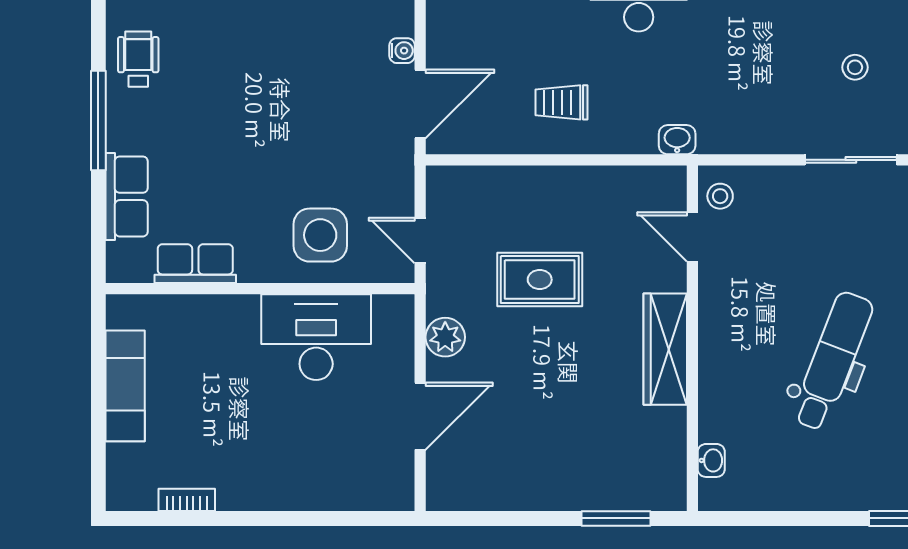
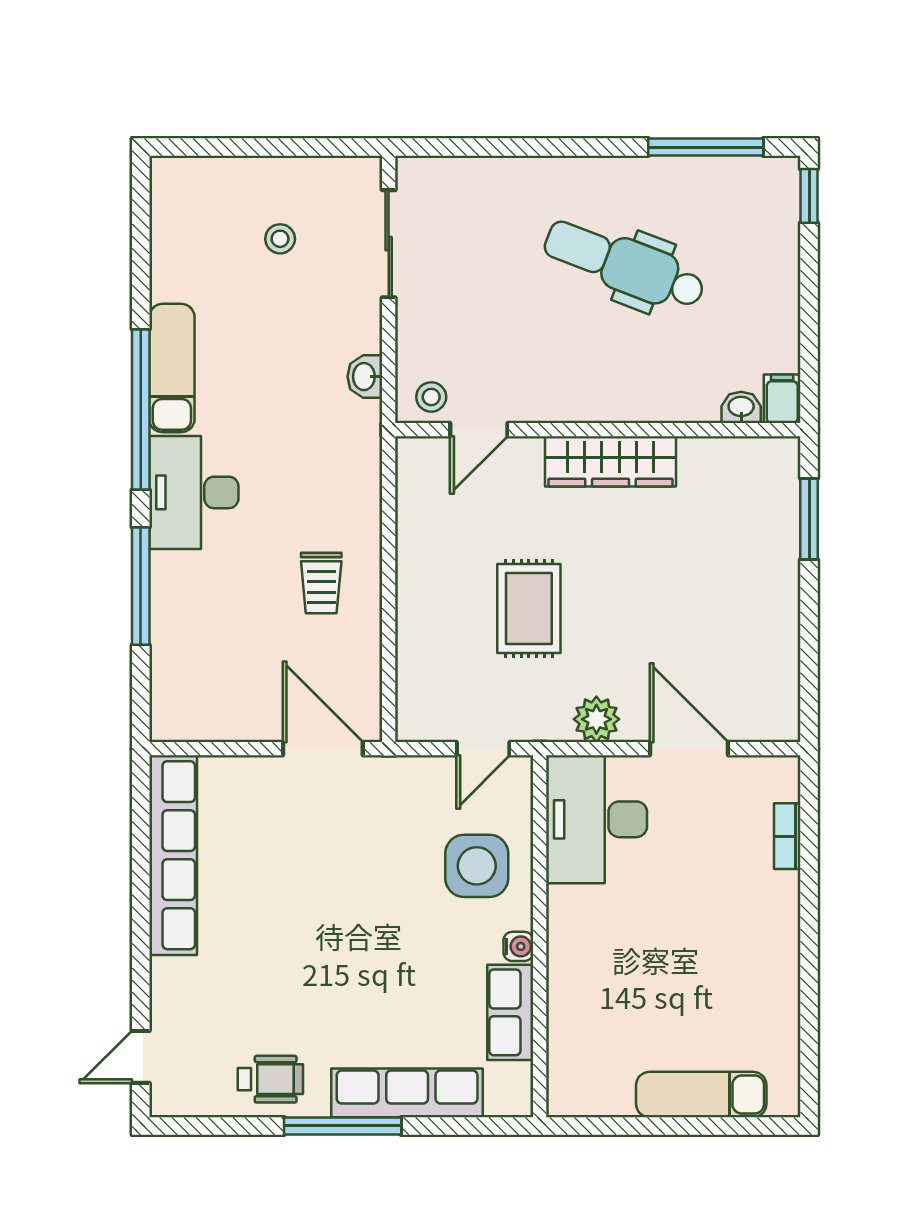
water cooler: (402, 51) -> (518, 946), moved, turned 90
wheelchair: (138, 59) -> (270, 1079), turned 180
washbasin: (677, 140) -> (365, 377), moved
row of seats: (127, 196) -> (407, 1093), width x1.48
desk: (316, 337) -> (596, 819), moved
exam couch: (125, 386) -> (701, 1094), moved
filing cabinet: (719, 496) -> (782, 399), added
bookcase: (187, 500) -> (787, 836), moved

